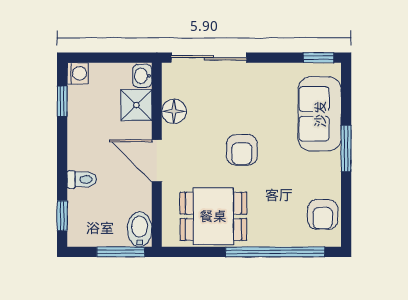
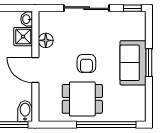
sliding door: (209, 58) -> (87, 8), moved
sofa: (320, 114) -> (133, 63), moved
armchair: (323, 214) -> (135, 102), removed
dining table: (213, 216) -> (82, 99), moved

